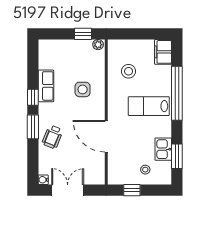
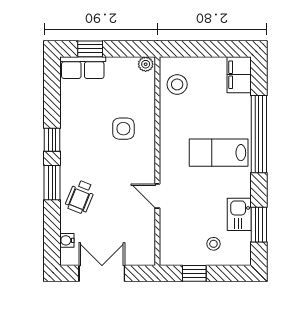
window: (83, 34) -> (90, 49), moved
stool: (129, 71) -> (177, 84), moved
row of seats: (46, 86) -> (83, 68), moved, turned 90
door: (106, 136) -> (157, 196), width x0.53
water cooler: (43, 180) -> (67, 240), moved

